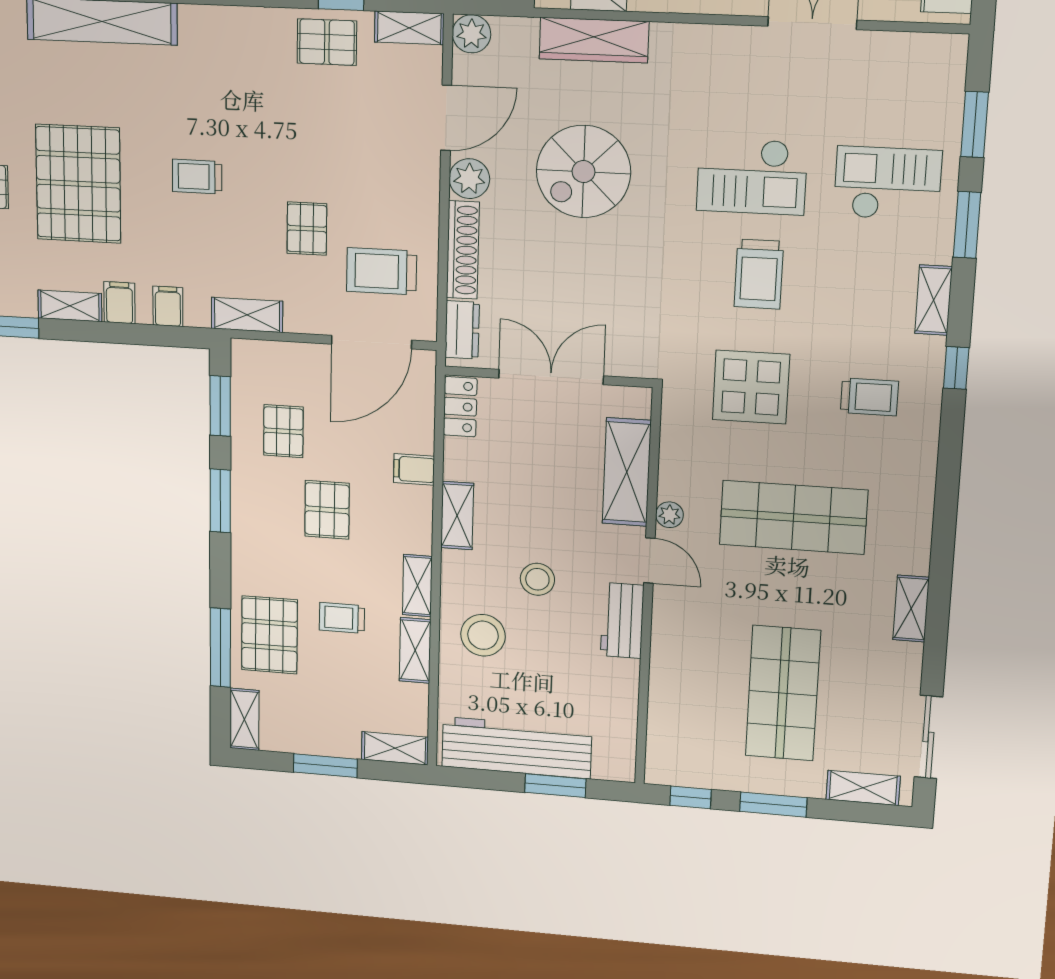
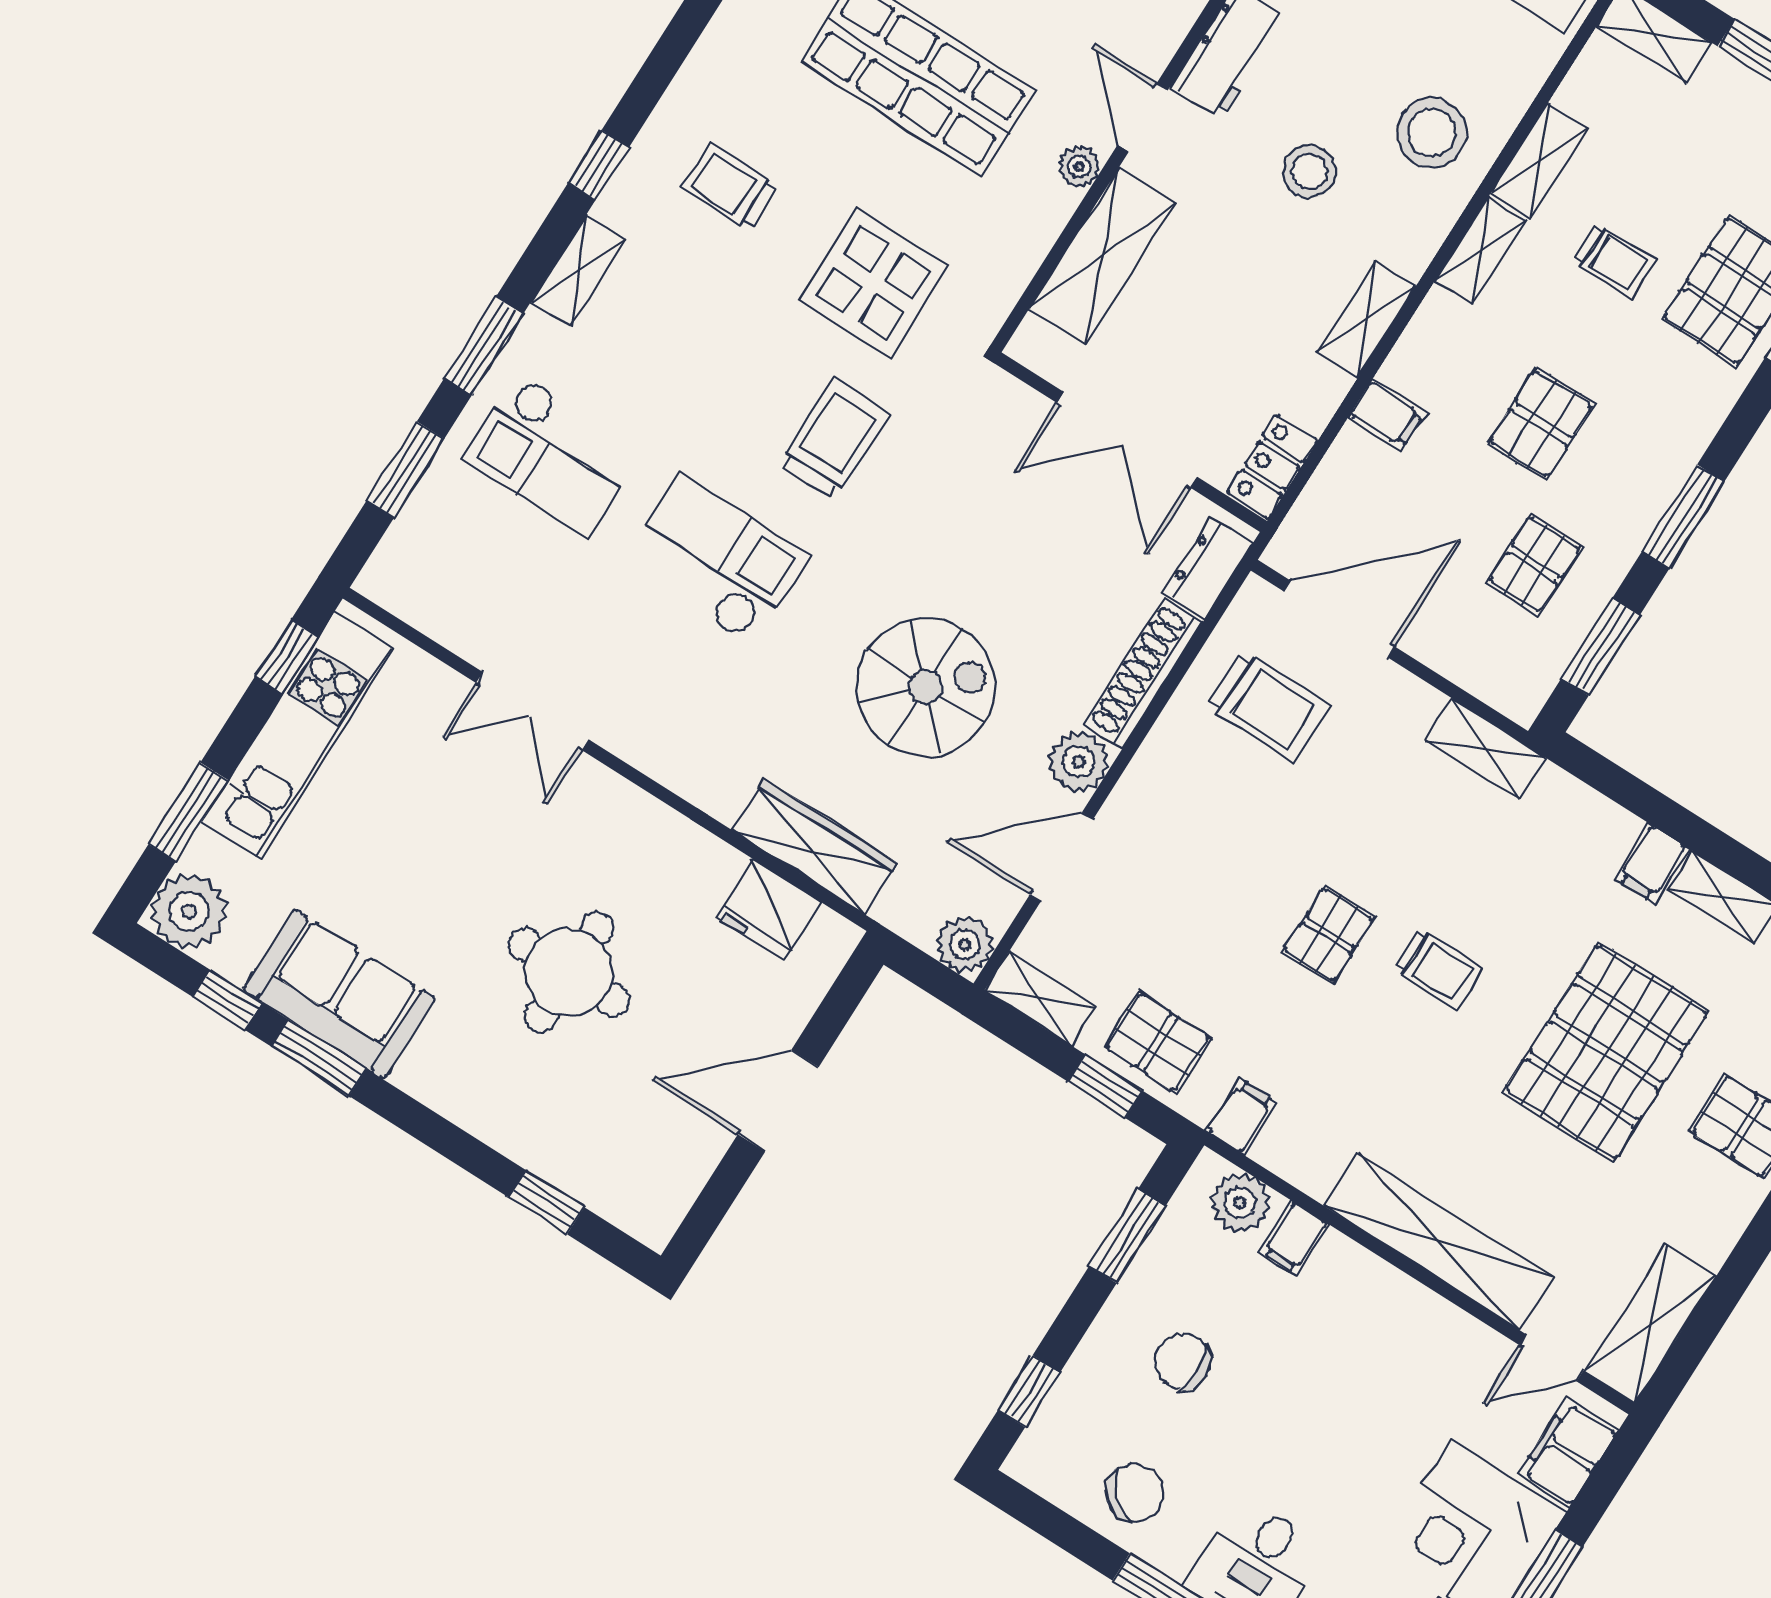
pallet: (307, 229) -> (1329, 935), moved
trolley: (759, 274) -> (834, 439), moved
filing cabinet: (168, 306) -> (1241, 1116), moved, turned 180

